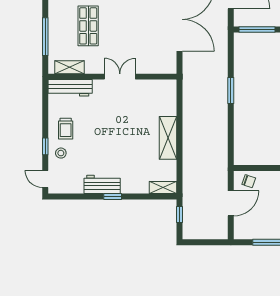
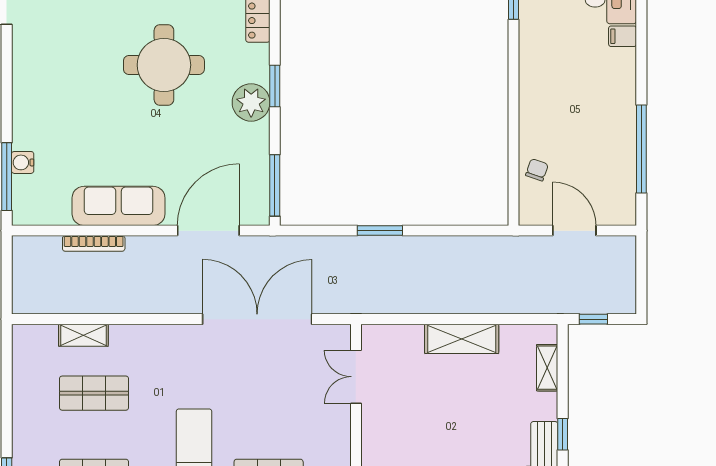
double door: (120, 77) -> (356, 377), moved
chair: (249, 181) -> (537, 170), moved
shelving: (163, 188) -> (547, 368), moved

